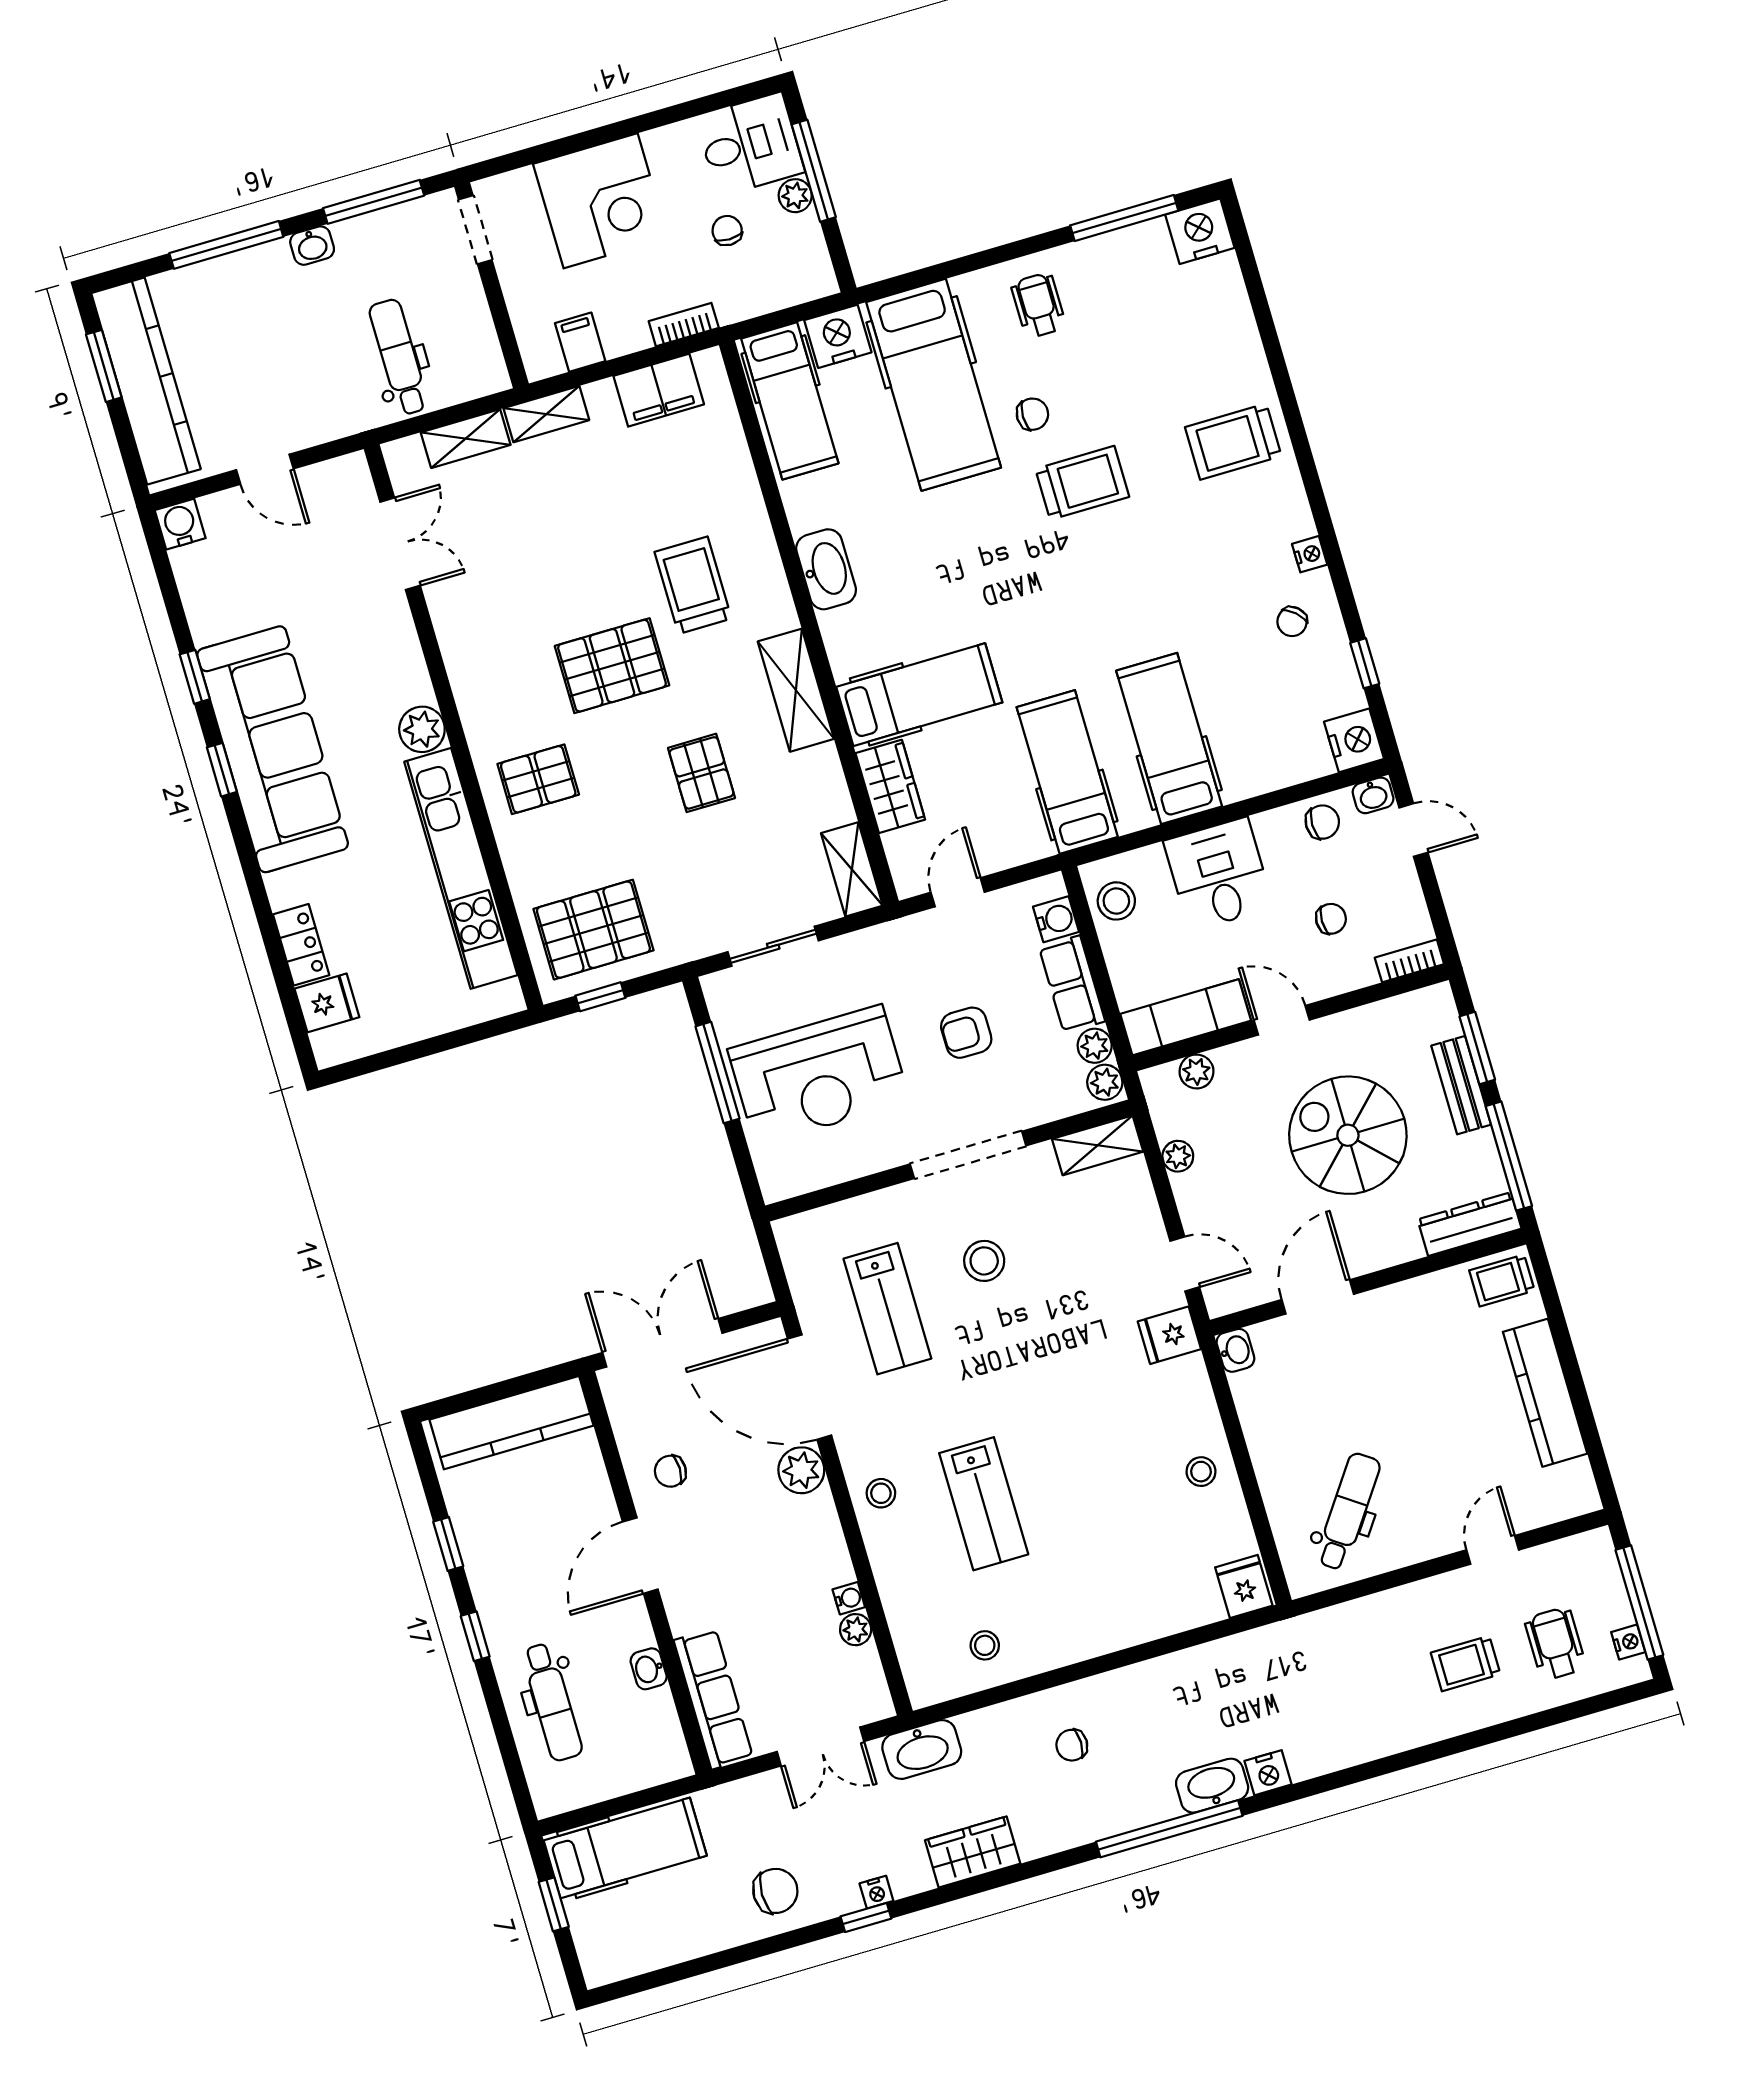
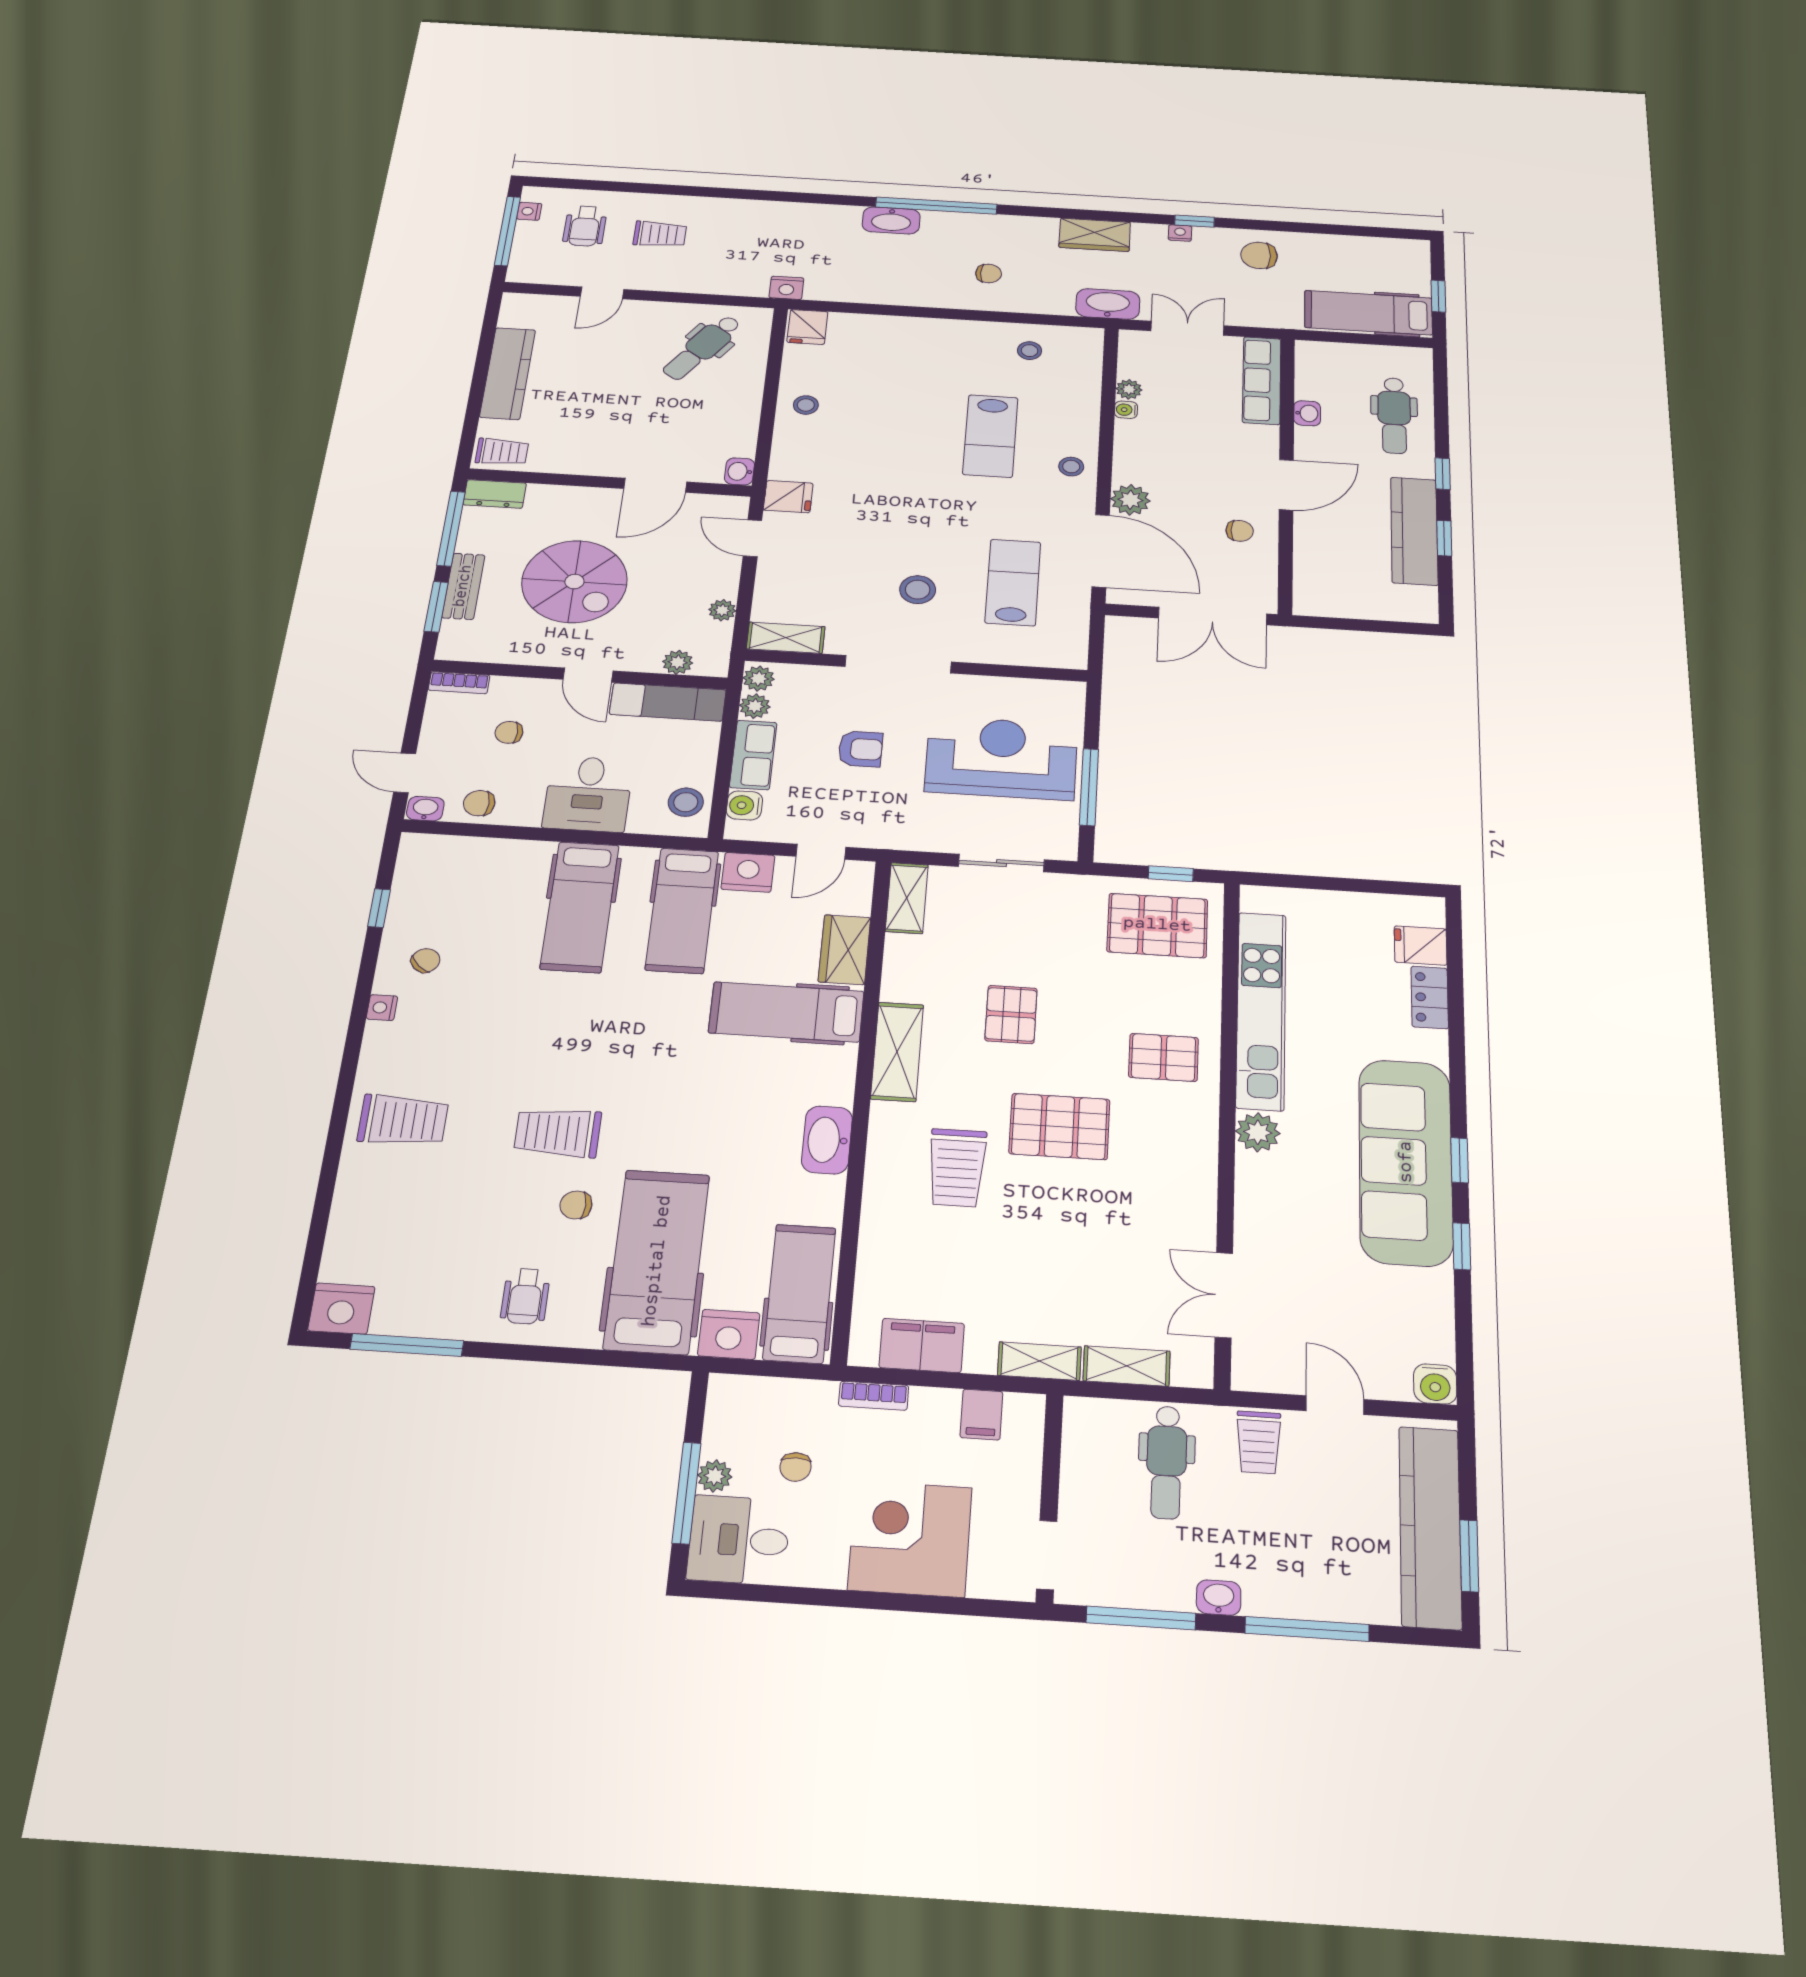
trolley: (323, 407) -> (1259, 1442), added
nightstand: (1354, 740) -> (748, 872), moved, turned 90
dresser: (1469, 1224) -> (495, 494), width x0.70
kitchen counter: (511, 1423) -> (1414, 531), moved, turned -90
lab bench: (984, 1504) -> (990, 436), turned 180
dental chair: (552, 1702) -> (1394, 415), turned 180
nightstand: (1268, 1773) -> (786, 288), moved, turned 180

